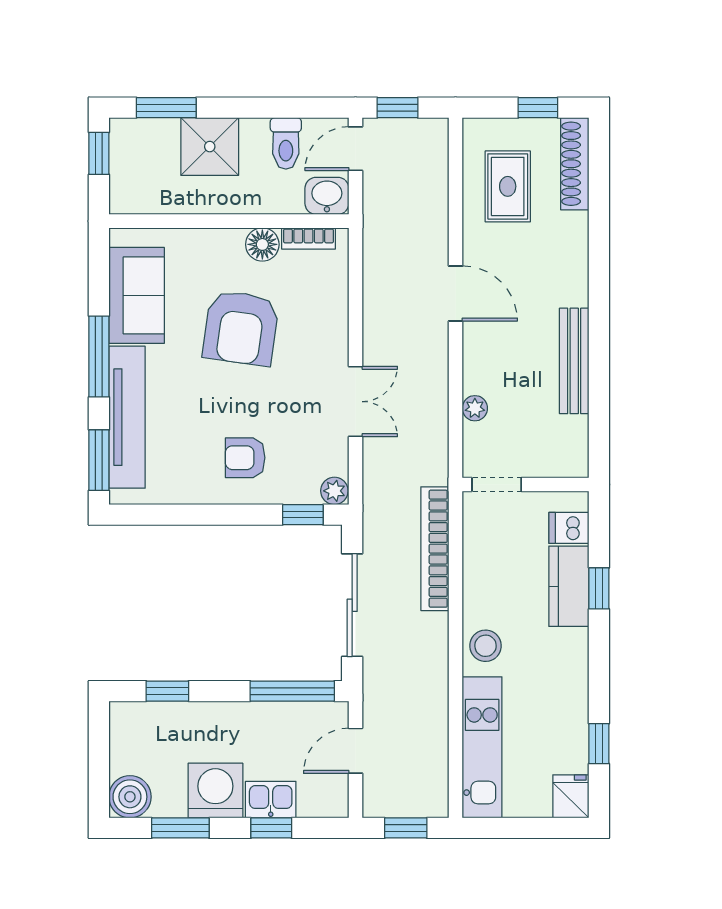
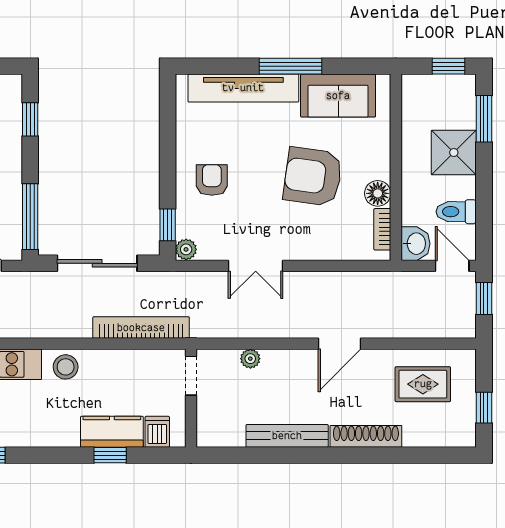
shoe rack: (575, 164) -> (366, 436), moved
window: (99, 460) -> (210, 66), removed

